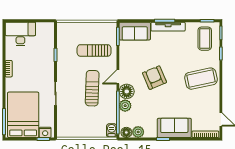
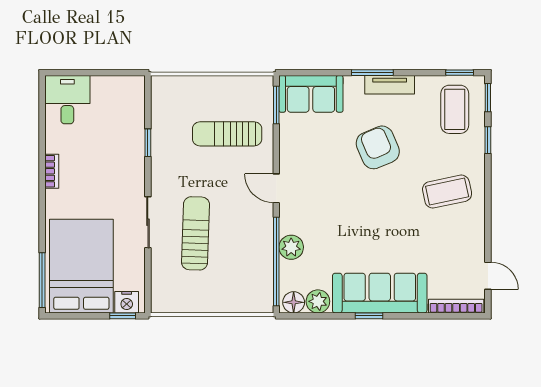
tv unit: (168, 27) -> (390, 85), width x0.71
desk: (20, 34) -> (67, 100), width x0.73
door: (118, 77) -> (276, 188), hinge flipped
armchair: (155, 78) -> (378, 147), moved
coffee table: (201, 79) -> (447, 192), width x0.73, depth x0.76
sun lounger: (92, 88) -> (195, 233), moved
floor lamp: (127, 91) -> (294, 218), removed
sofa: (174, 128) -> (380, 293), width x1.36
barbecue: (112, 131) -> (263, 299), removed

